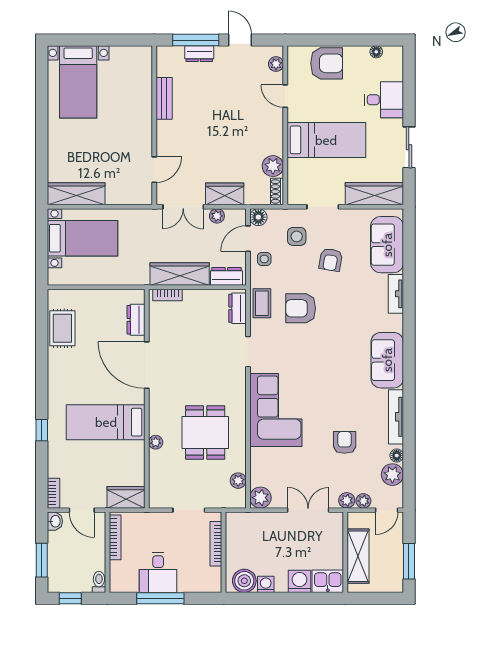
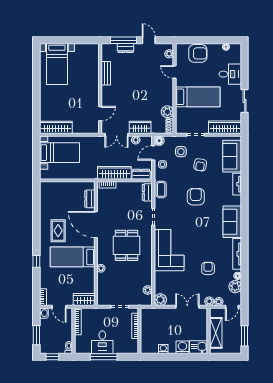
armchair: (301, 308) -> (196, 197), moved, turned 90
rug: (62, 328) -> (58, 231), moved
dining table: (205, 433) -> (127, 245), moved
boiler: (244, 581) -> (151, 347), removed

